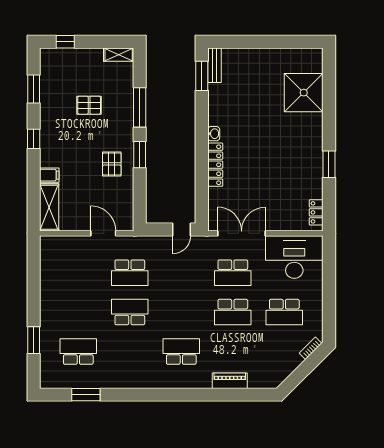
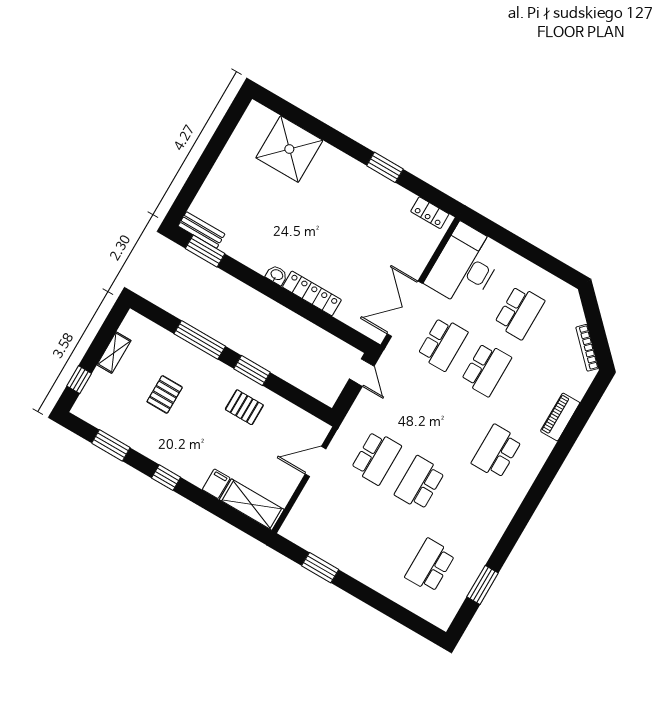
shelving: (119, 55) -> (114, 353), moved
window: (34, 340) -> (320, 568), moved
bookcase: (311, 348) -> (587, 348), moved, width x1.56

